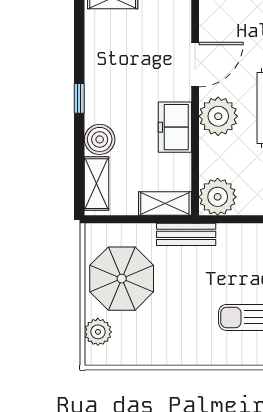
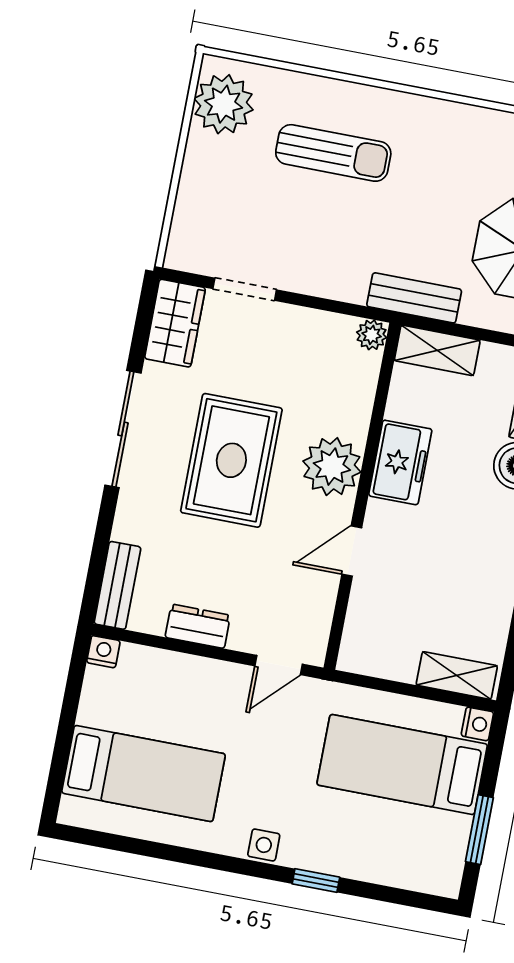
door: (195, 65) -> (352, 551), width x0.73
plant: (218, 197) -> (372, 335), width x0.53, depth x0.53

